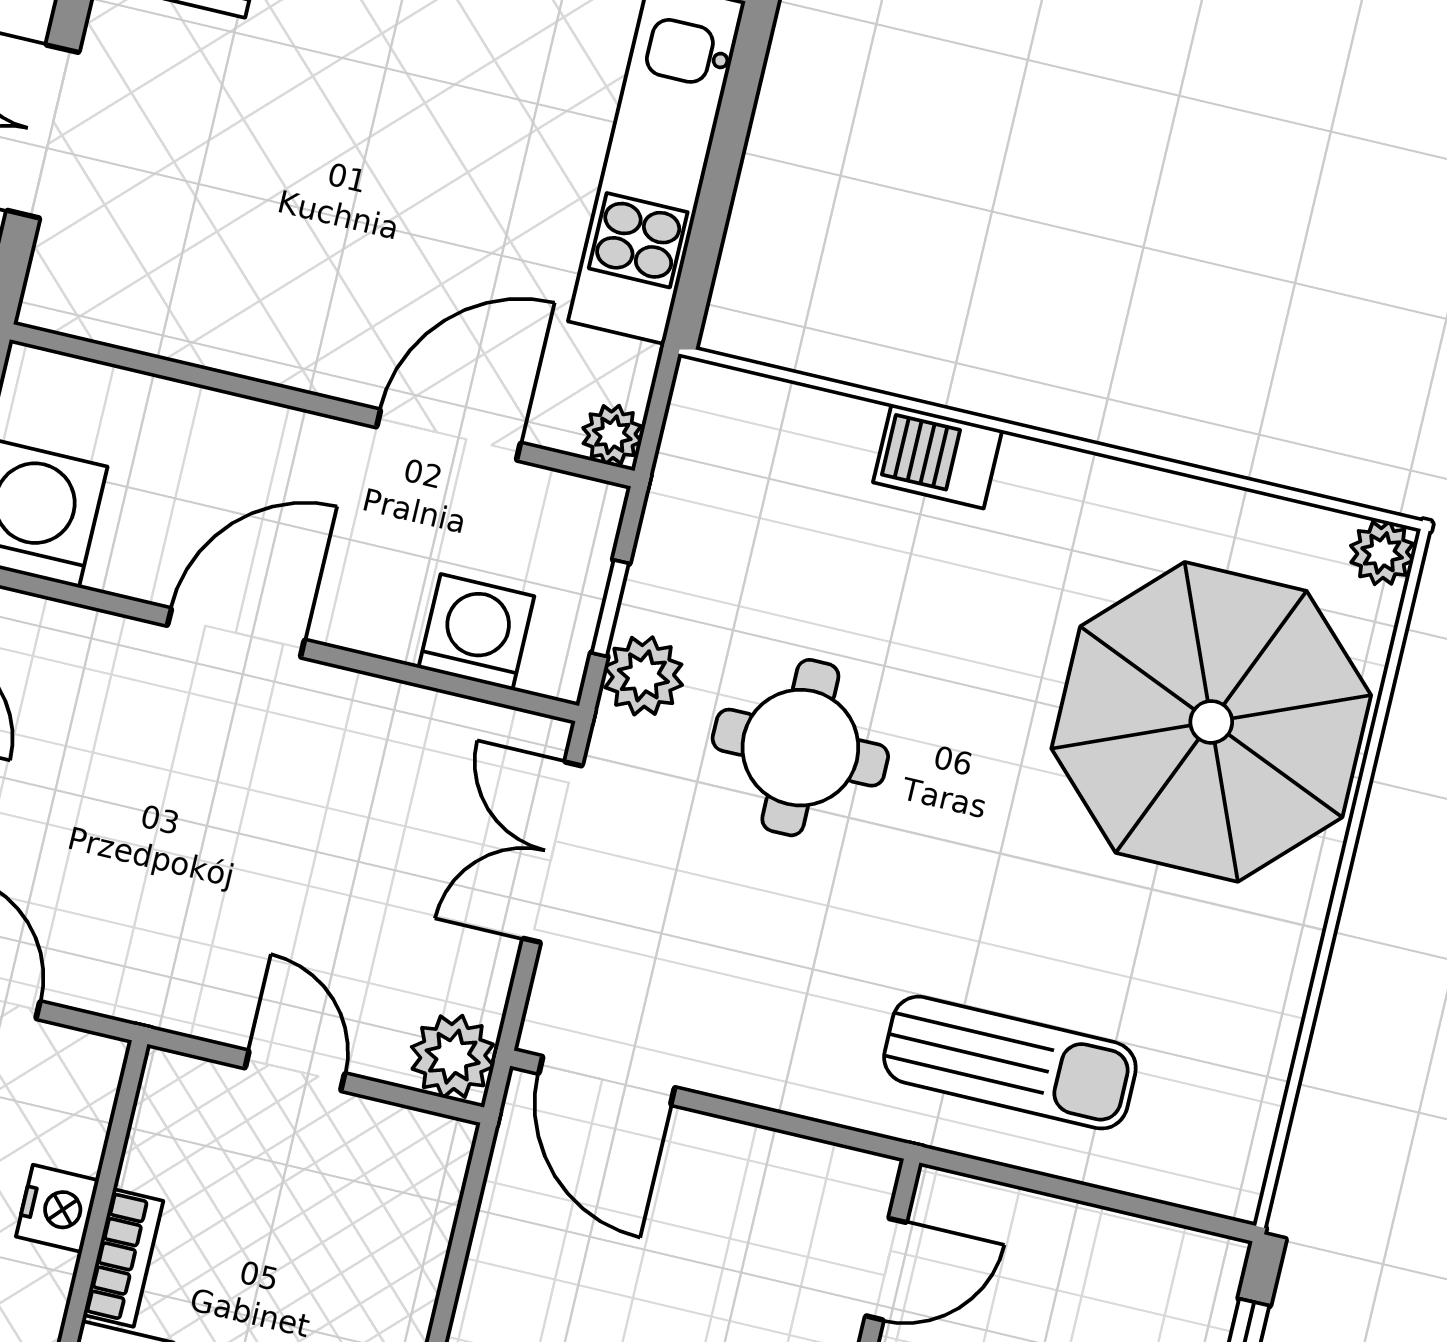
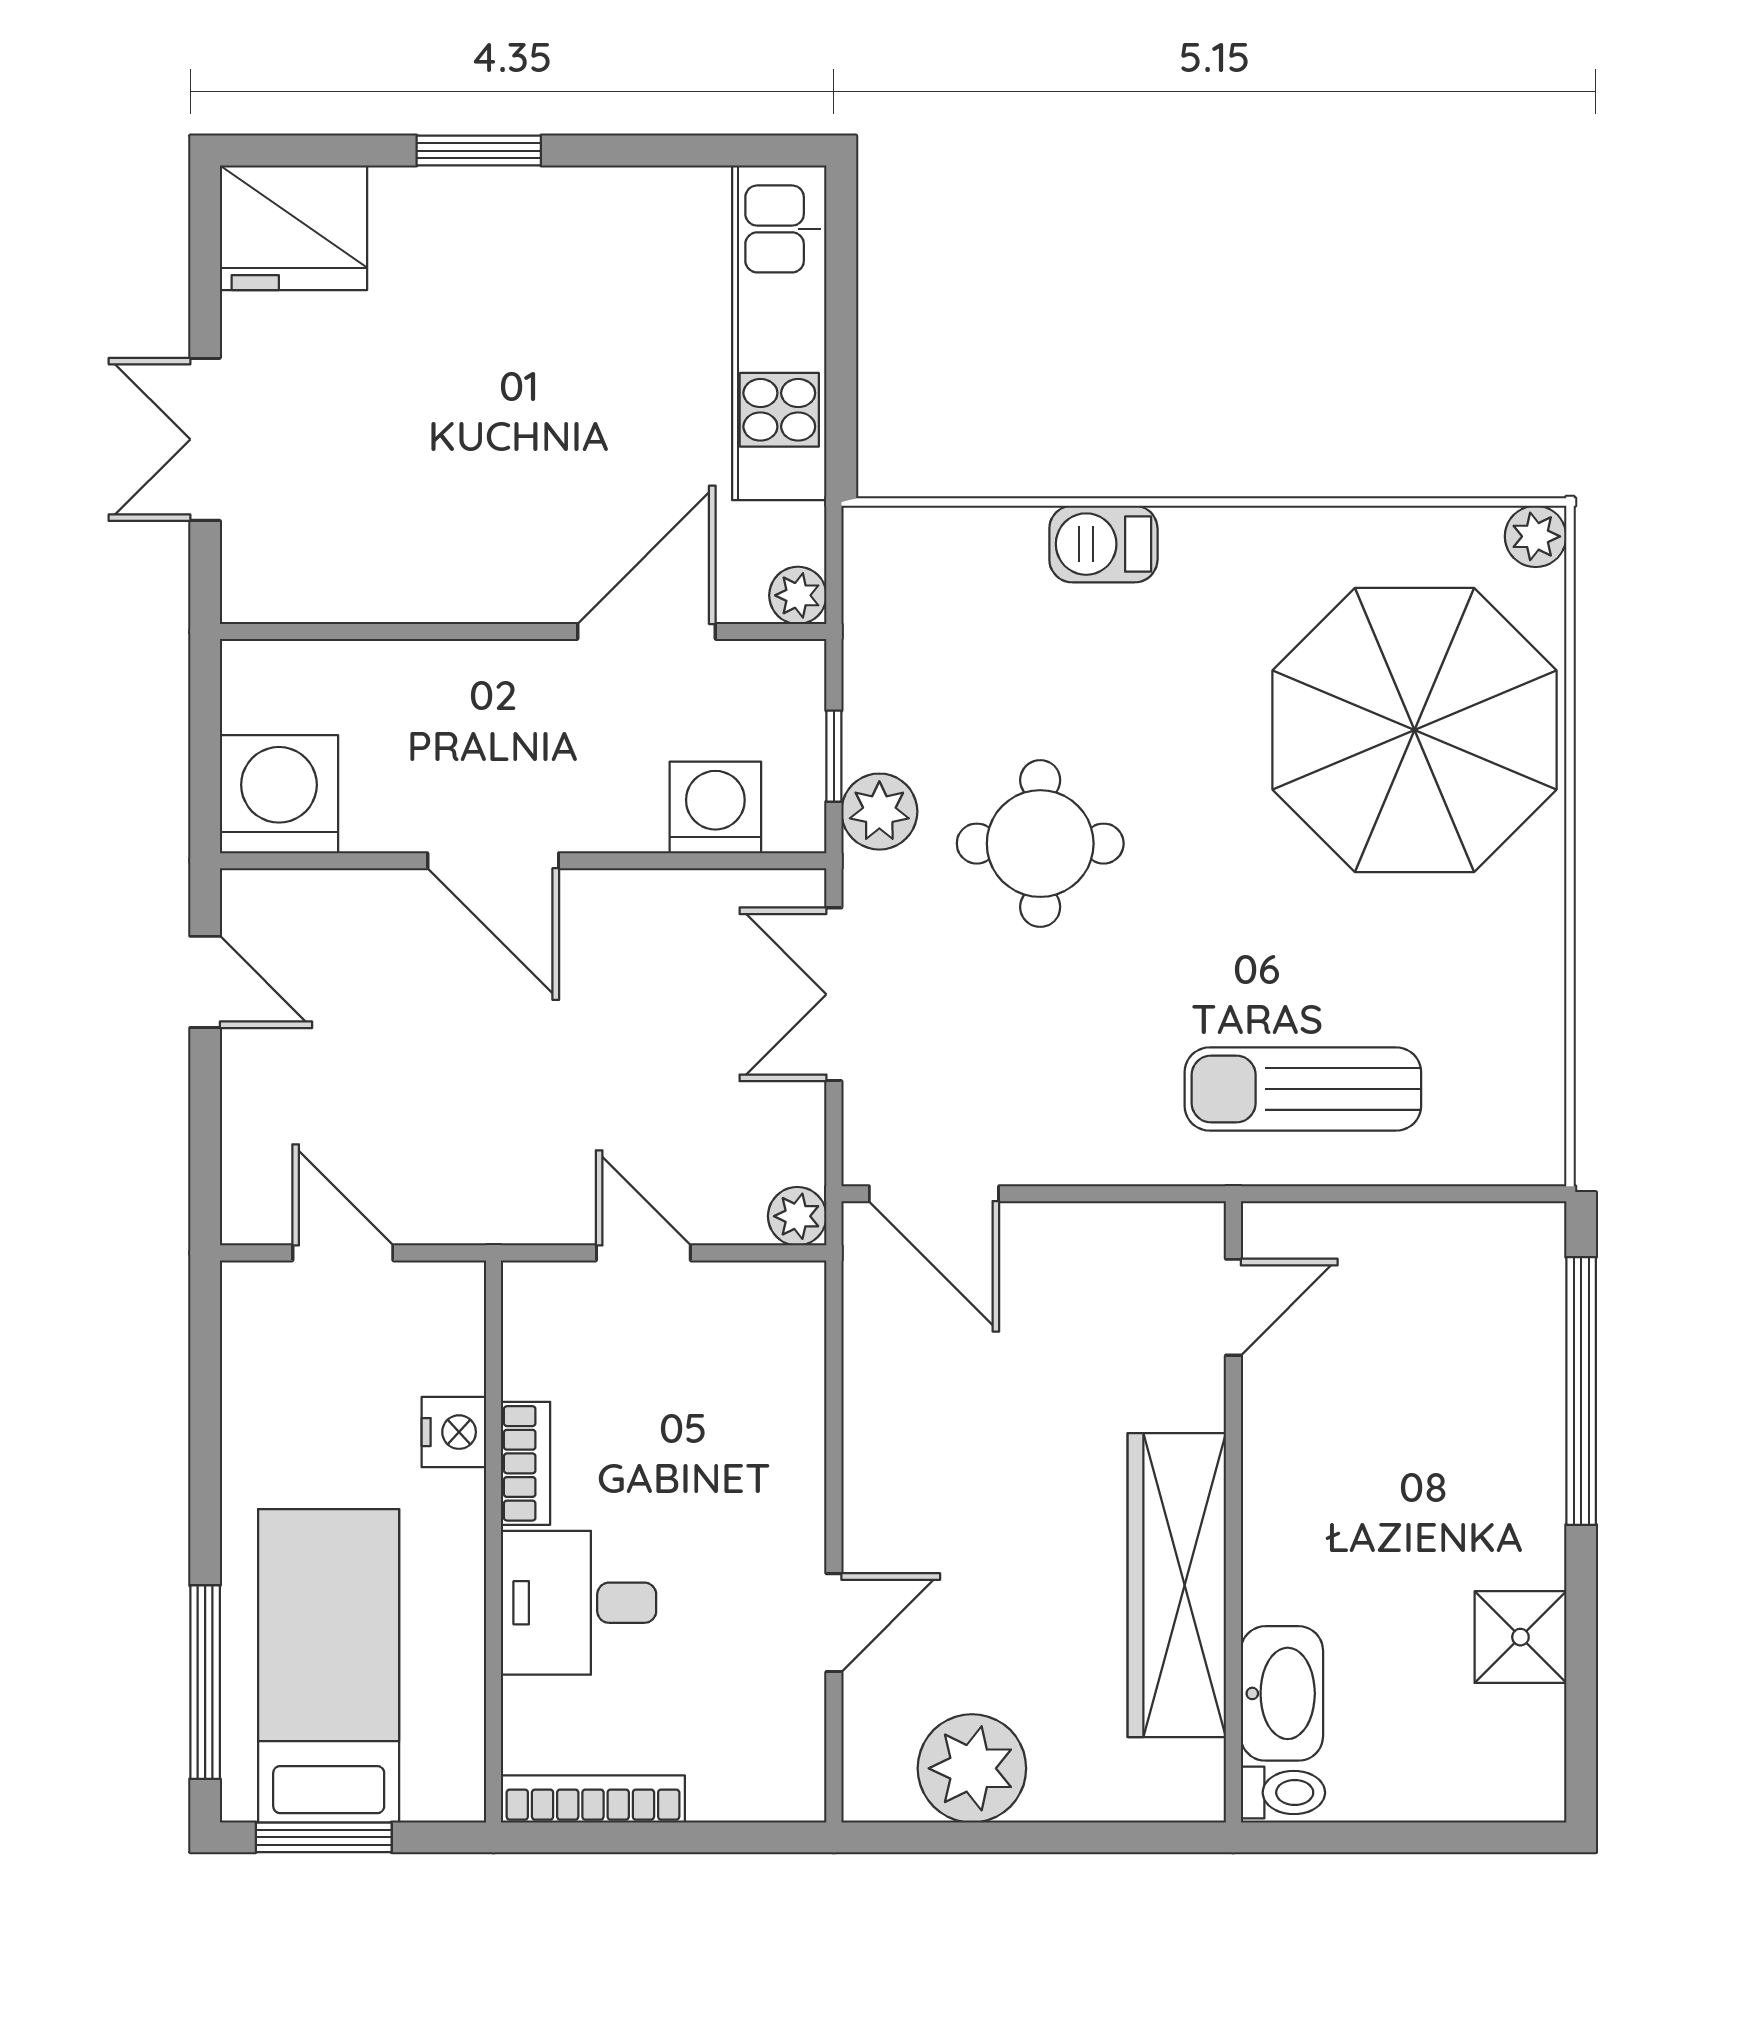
door: (236, 633) -> (493, 861), swing flipped
plant: (453, 1057) -> (797, 1216), width x0.73, depth x0.73
sun lounger: (1010, 1063) -> (1303, 1089), turned 180

